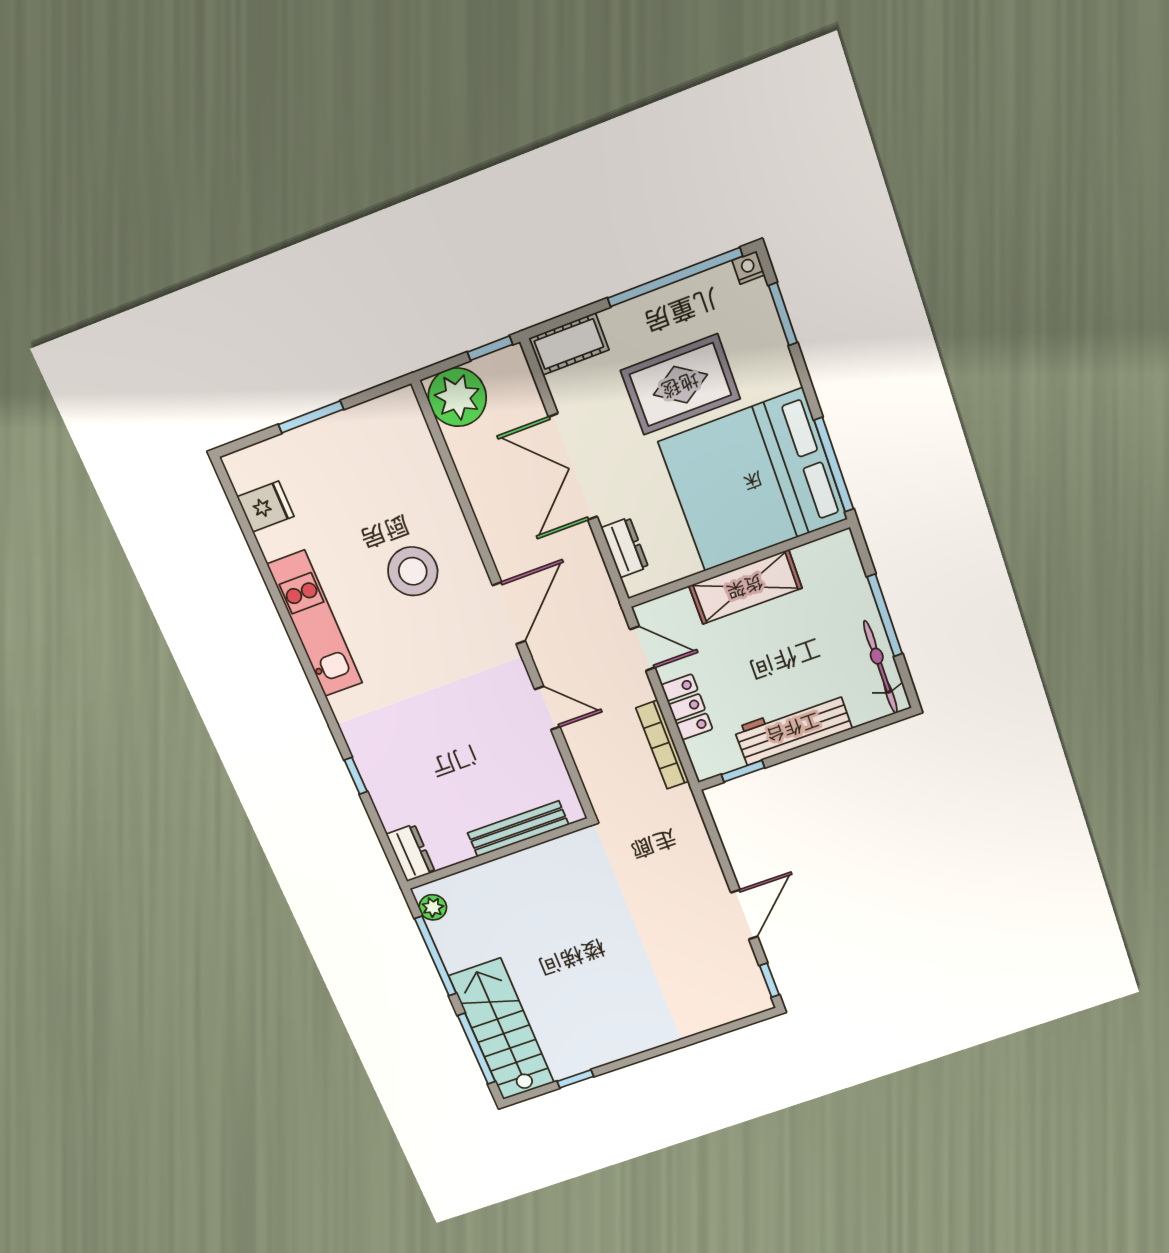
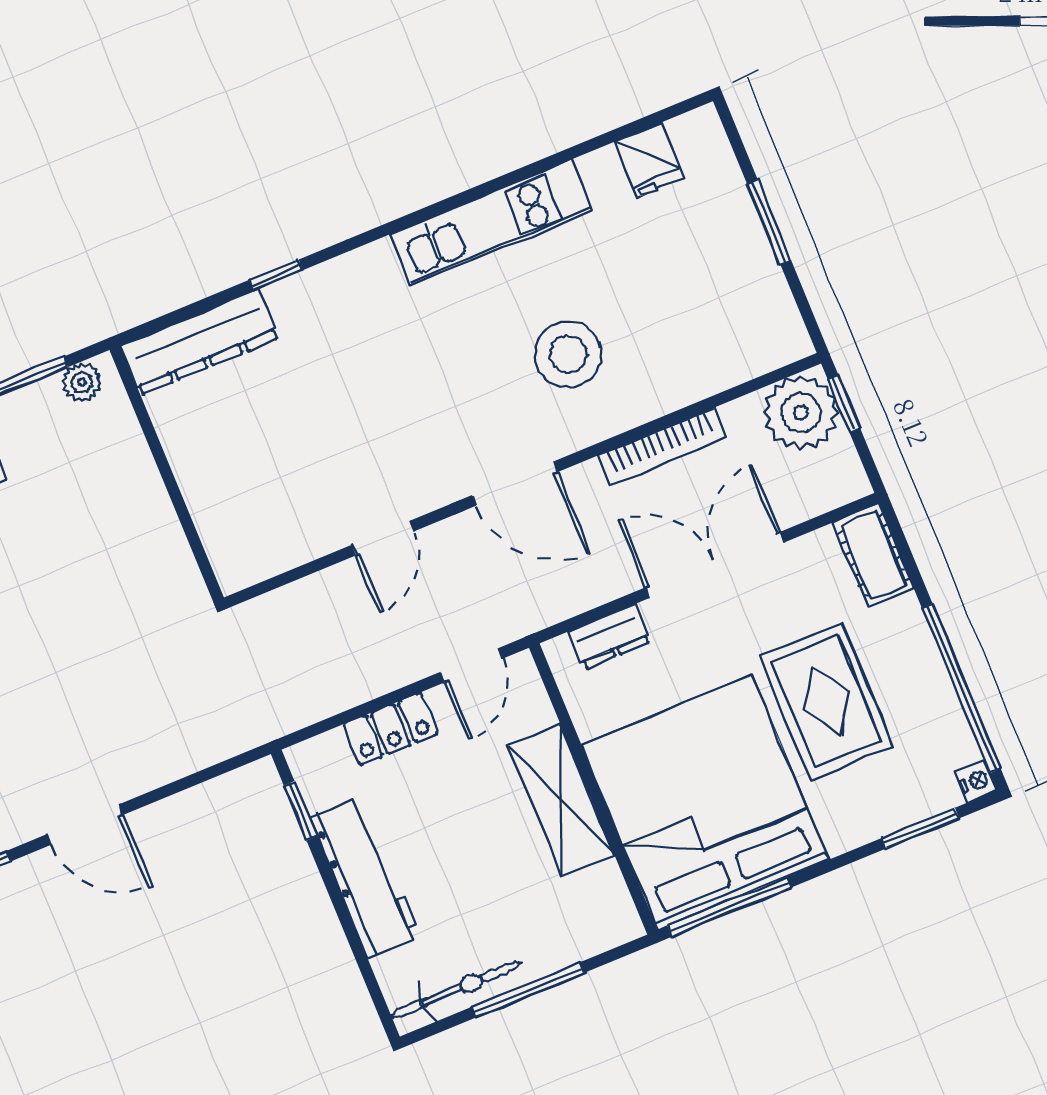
window: (490, 348) -> (844, 404), moved
bookcase: (662, 745) -> (662, 447), moved, turned 180
bench: (518, 829) -> (205, 501), removed
dresser: (411, 853) -> (200, 342), width x1.96, depth x1.24

